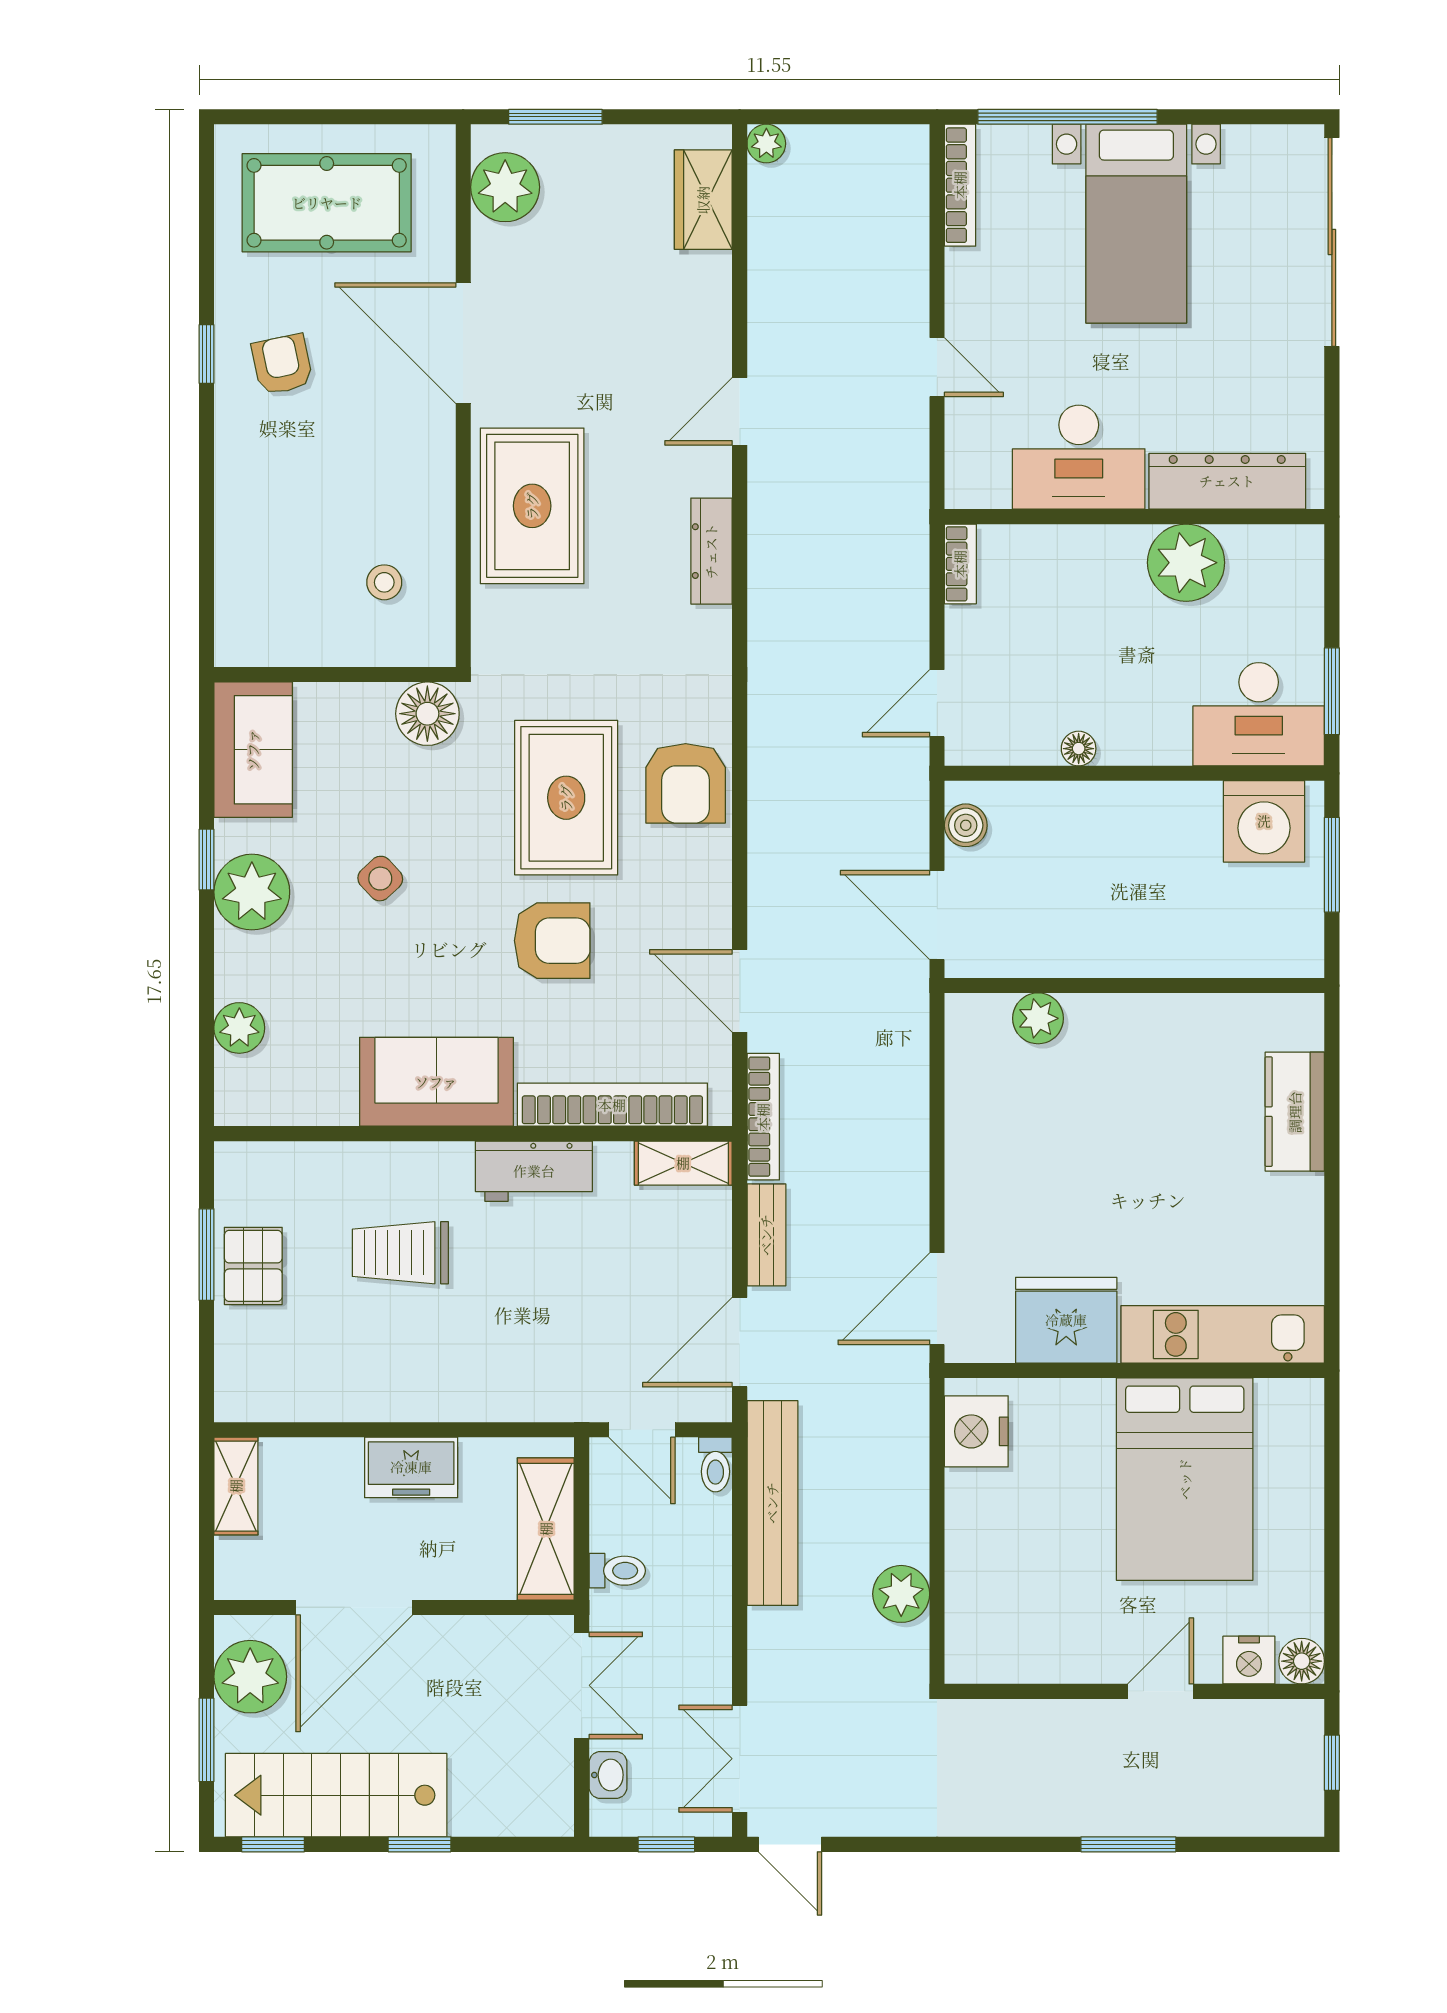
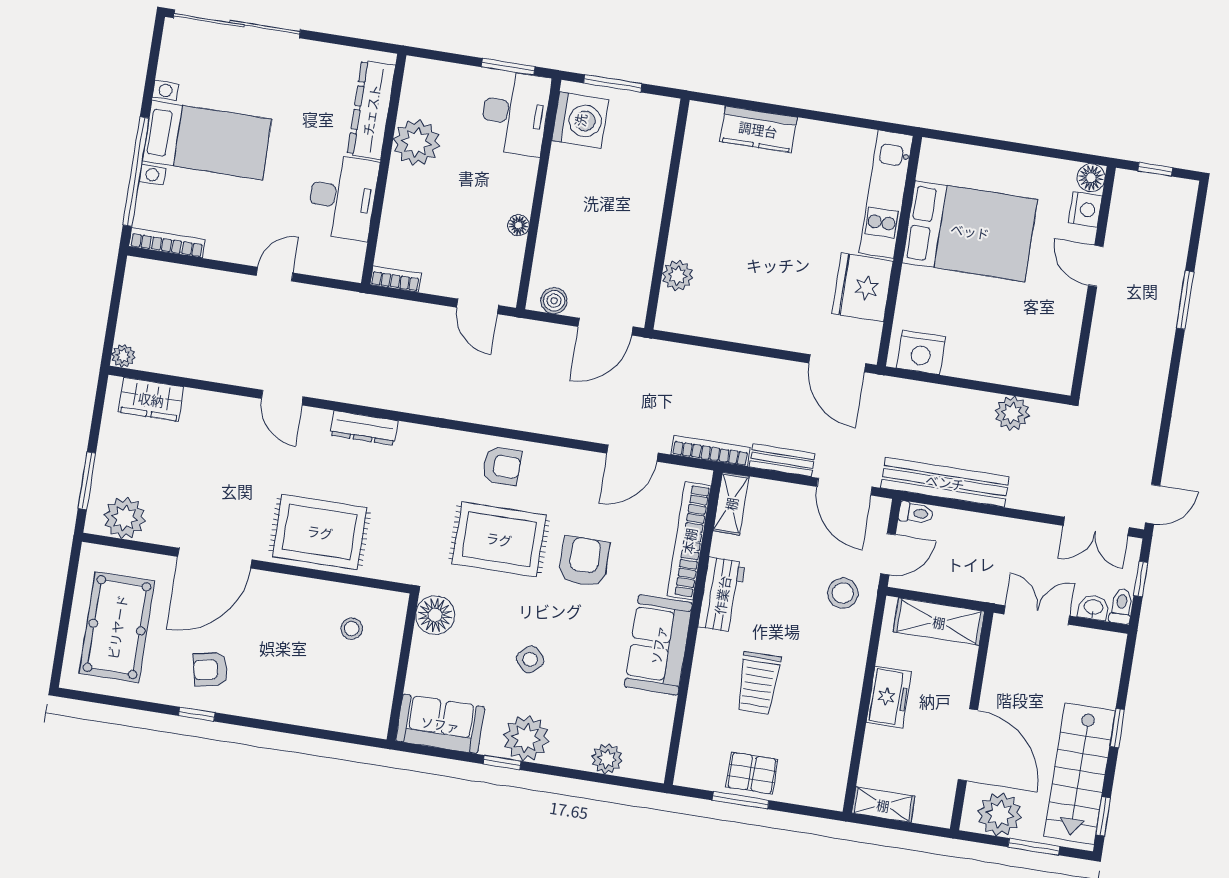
armchair: (686, 783) -> (502, 466), width x0.72, depth x0.72
stool: (567, 1366) -> (843, 593), added
toilet: (617, 1571) -> (1121, 606), moved

